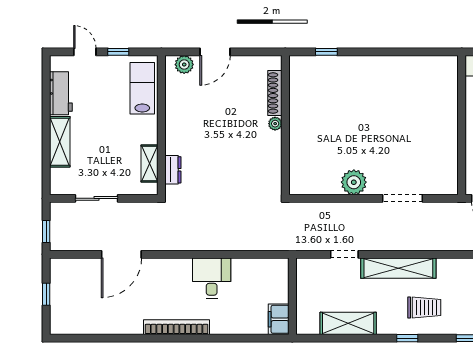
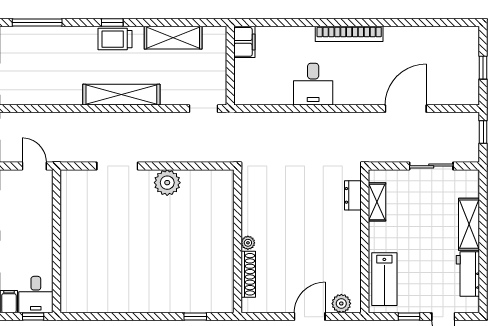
doorway: (344, 254) -> (204, 109), moved
trolley: (424, 308) -> (115, 39), moved

